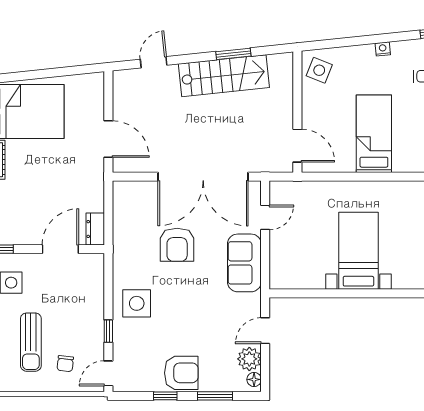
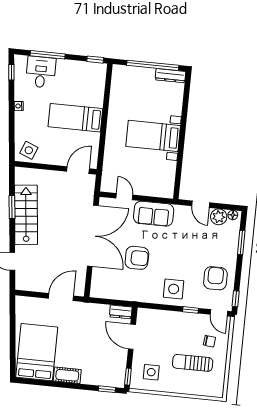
sun lounger: (31, 342) -> (193, 363), turned 180
armchair: (181, 373) -> (215, 278), moved
window: (165, 396) -> (236, 299), moved

